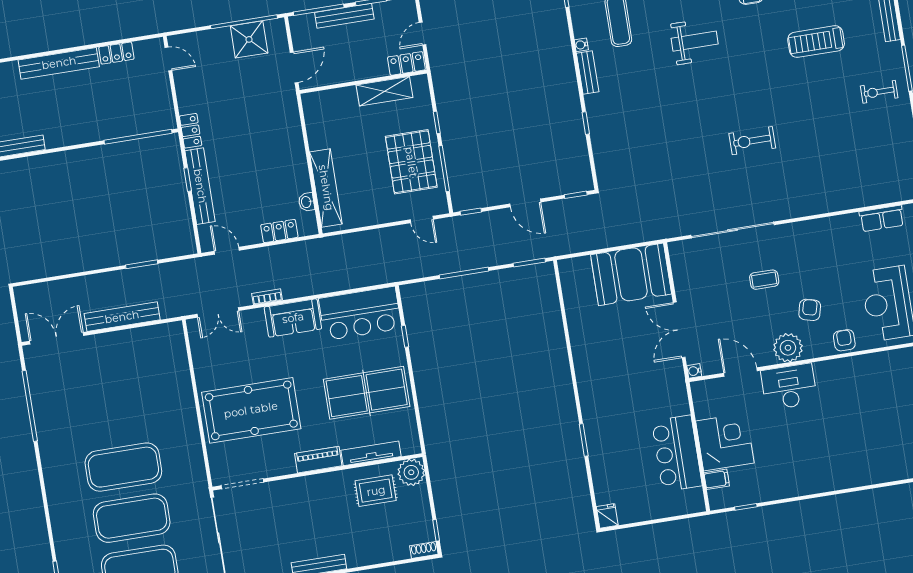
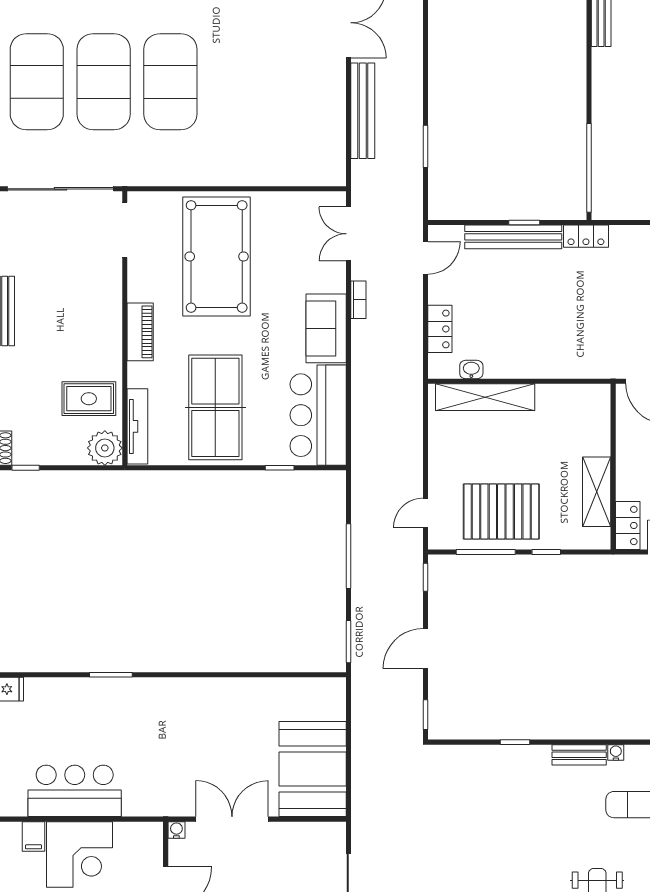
tv unit: (371, 453) -> (137, 426), moved
rug: (376, 491) -> (89, 399), turned 90

